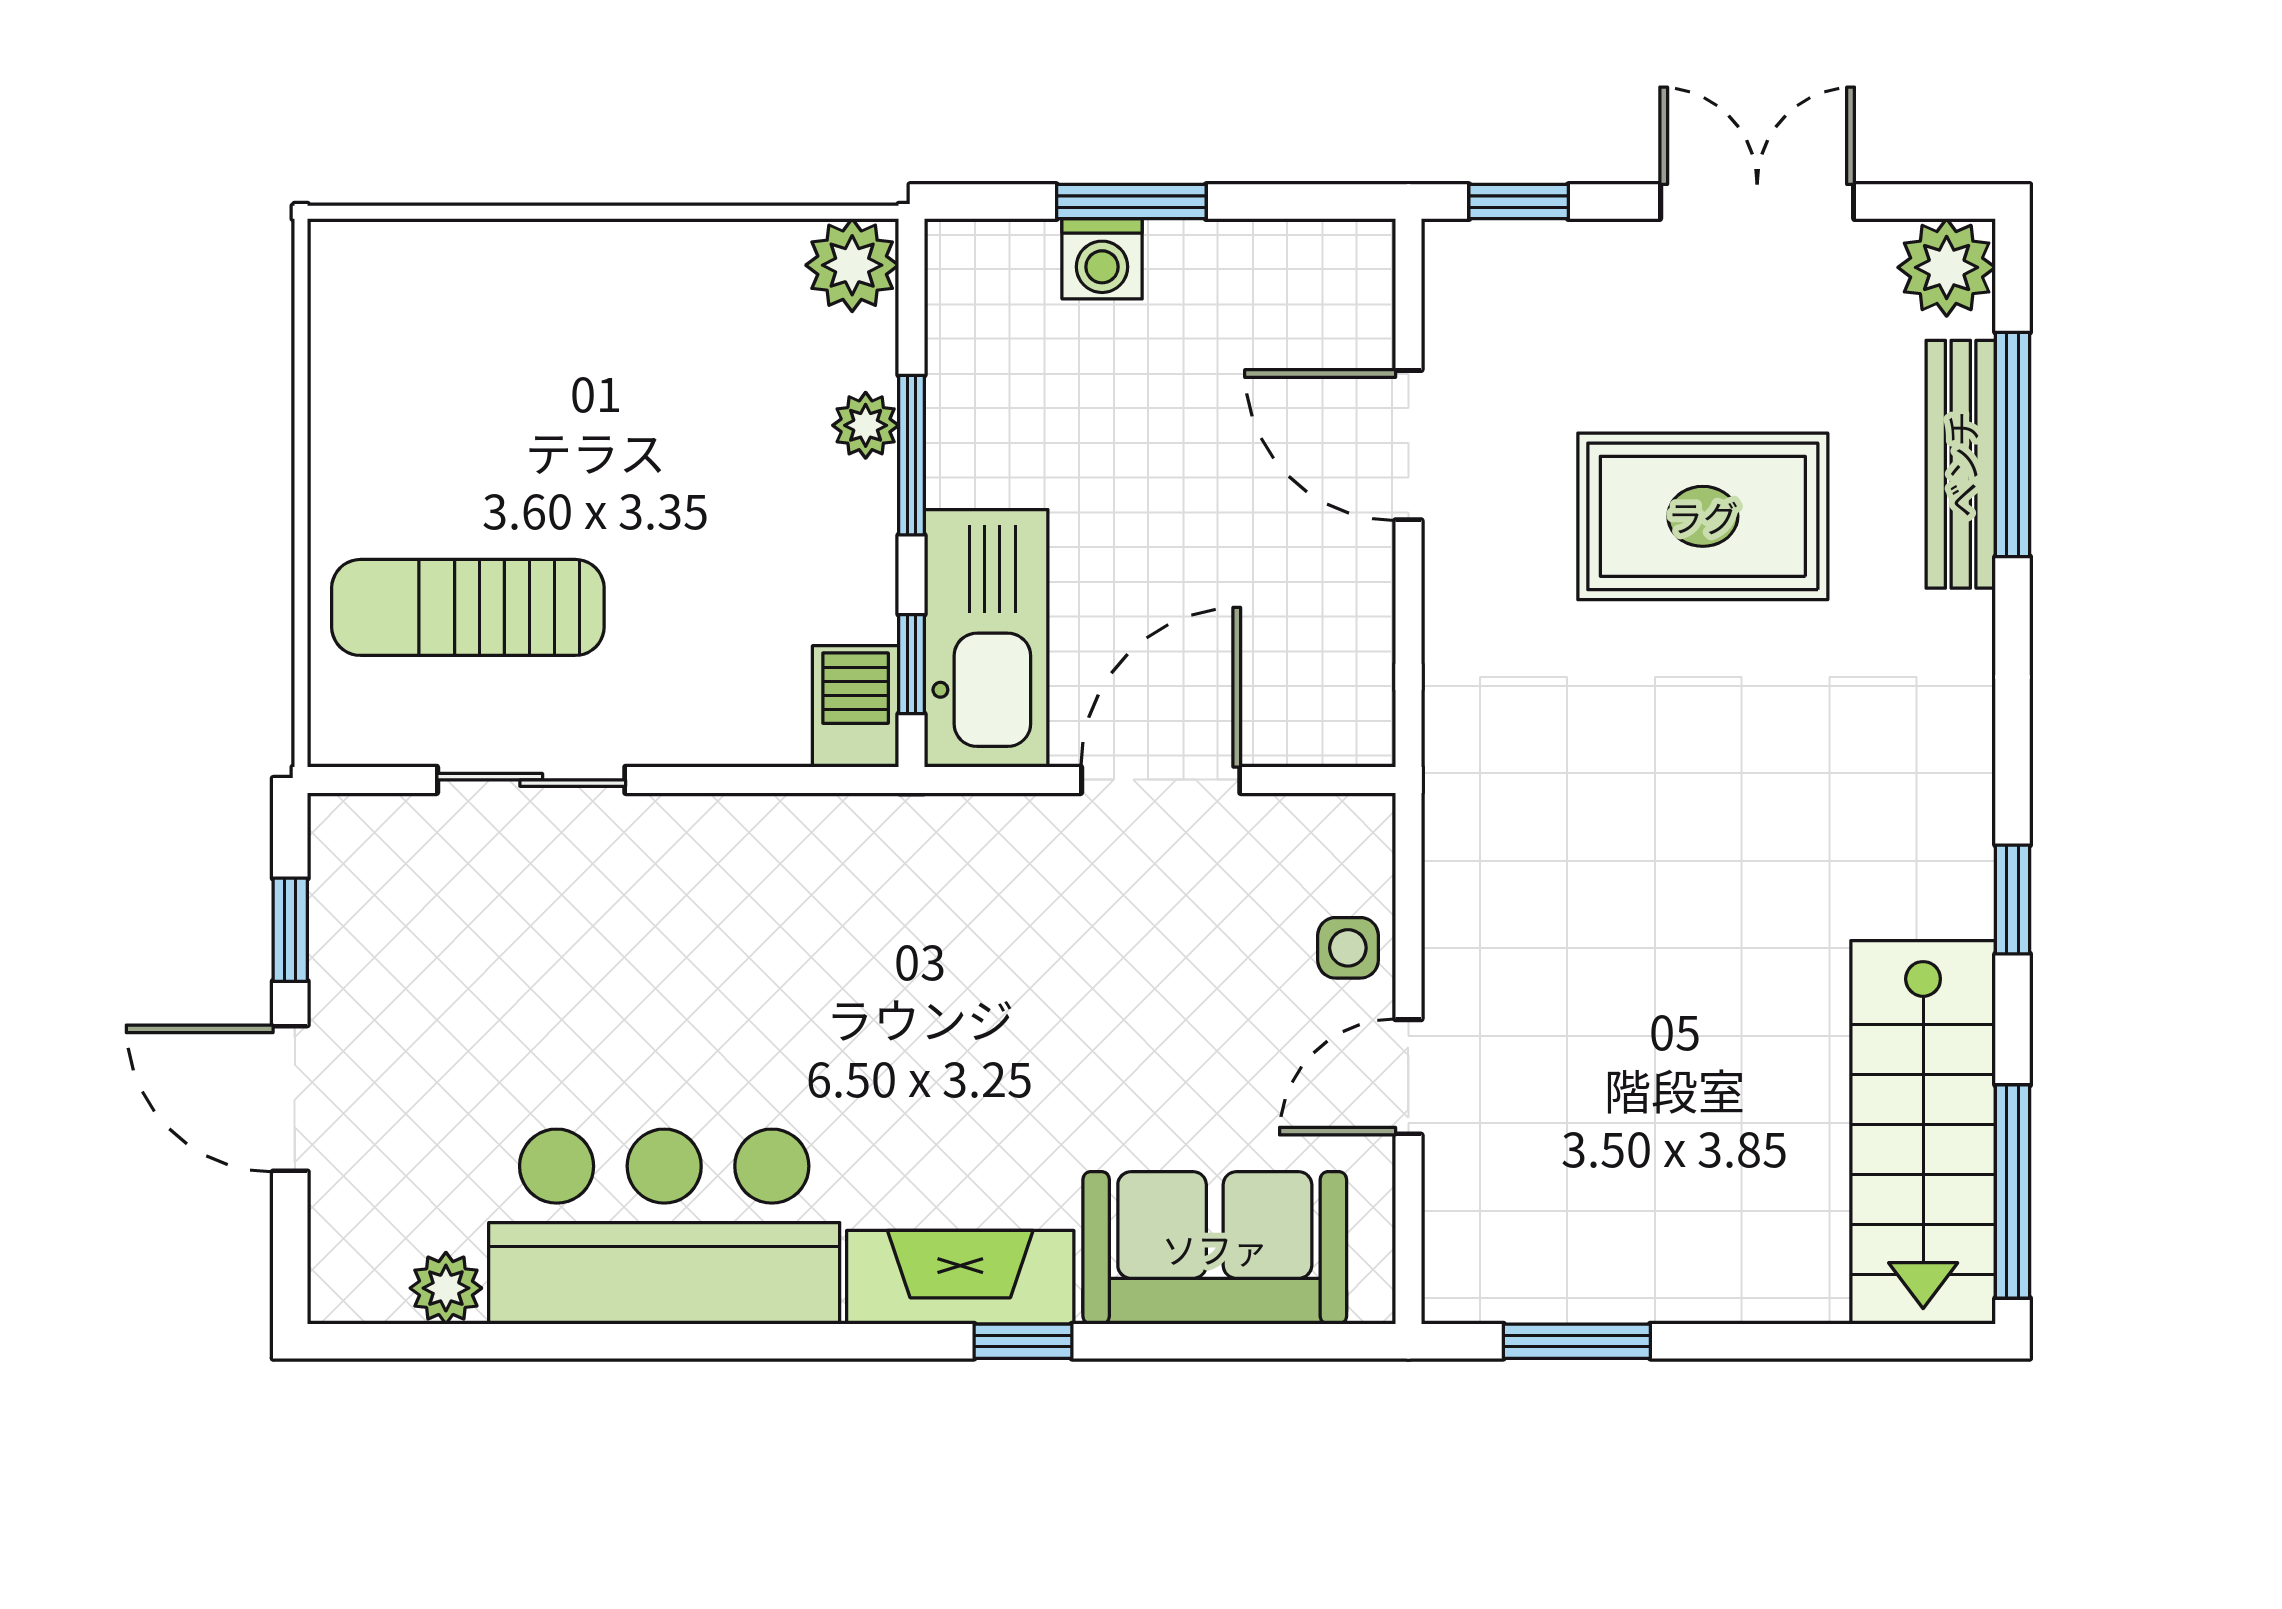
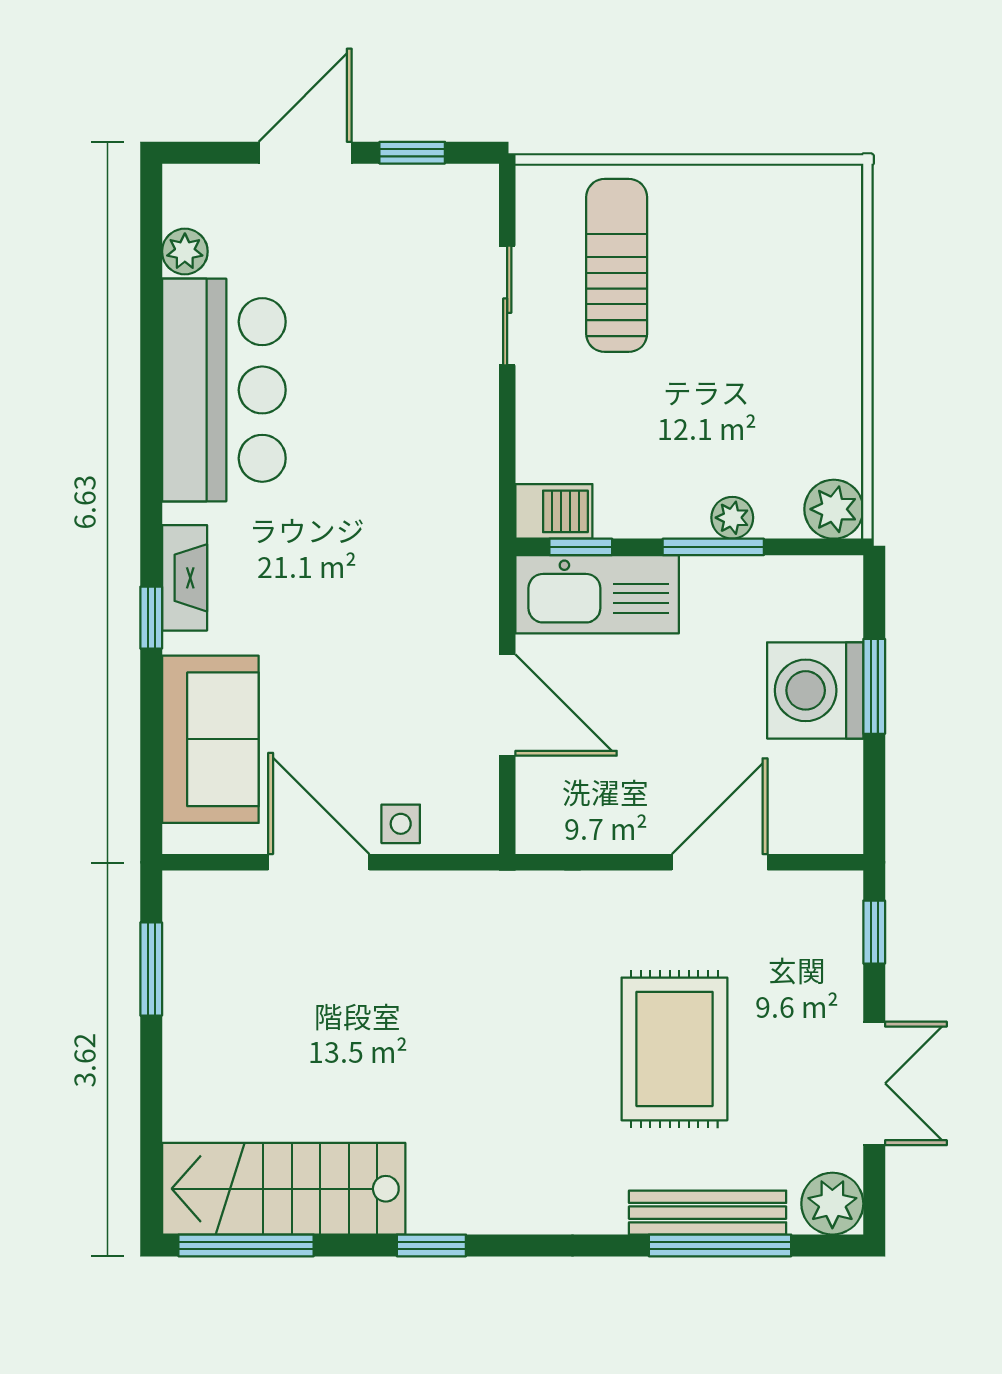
washing machine: (1102, 259) -> (815, 690), width x1.89, depth x1.89
door: (1408, 1077) -> (319, 862), width x1.38
fireplace: (960, 1277) -> (185, 578), width x0.73, depth x0.76

